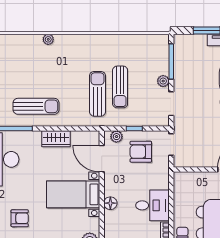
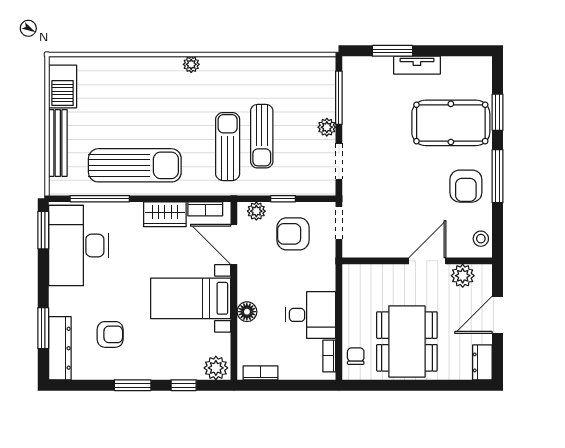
plant: (48, 39) -> (191, 64), moved
sun lounger: (36, 106) -> (135, 165), width x1.36, depth x1.34
bookcase: (83, 135) -> (205, 209), added

